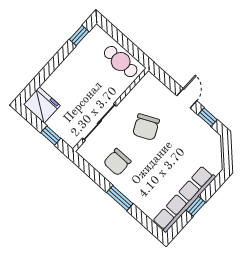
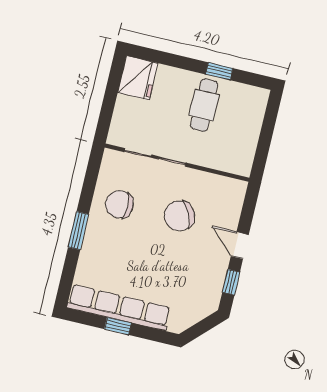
window: (79, 35) -> (219, 71), moved
cafe table: (121, 62) -> (204, 105), moved
door: (187, 98) -> (240, 245), swing flipped
window: (51, 136) -> (108, 108), removed

